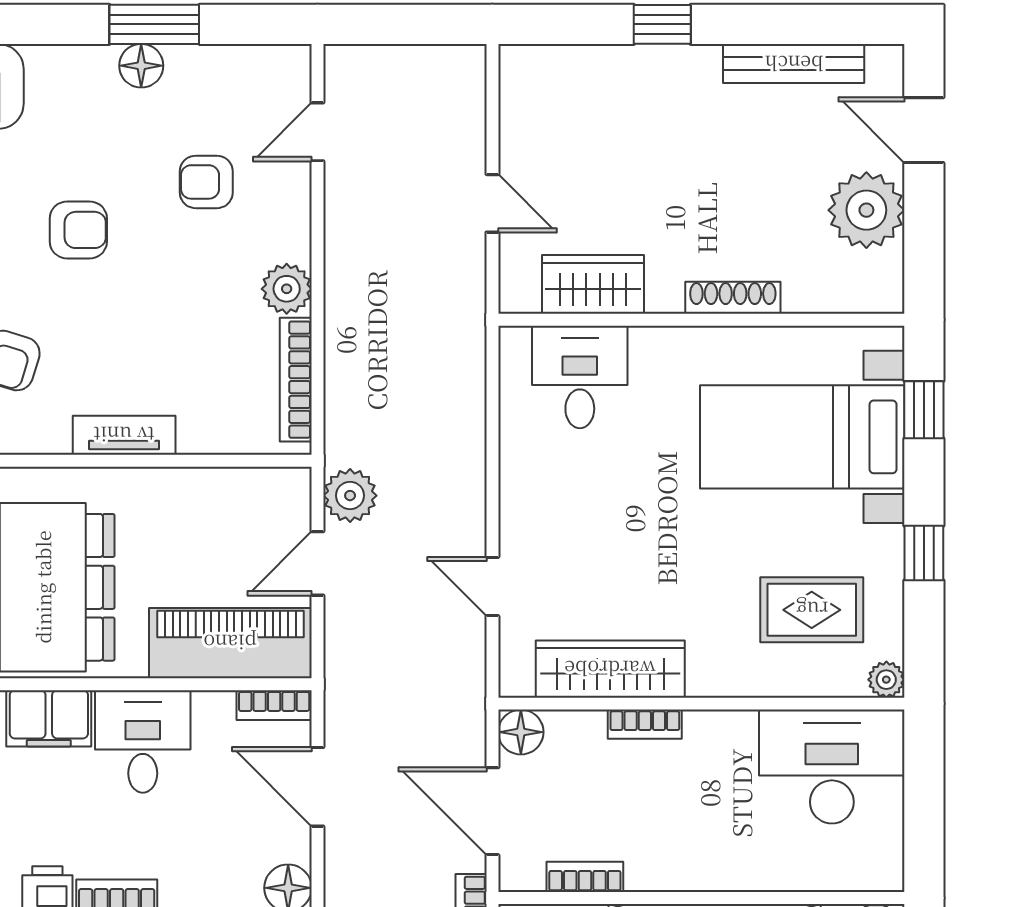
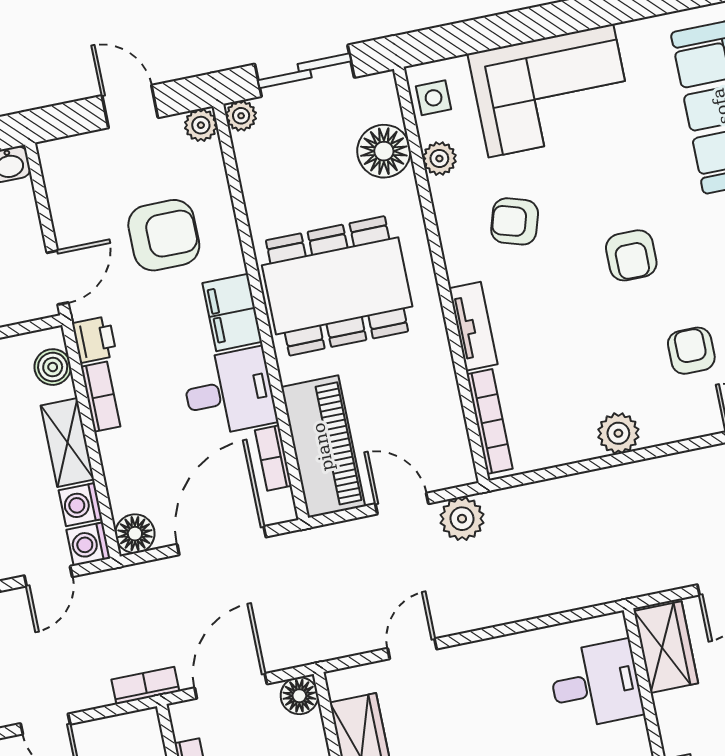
wardrobe: (593, 284) -> (666, 647), moved
bookcase: (296, 380) -> (490, 422), moved, turned 90
bookcase: (274, 705) -> (273, 458), moved
door: (317, 787) -> (222, 541), width x1.36

